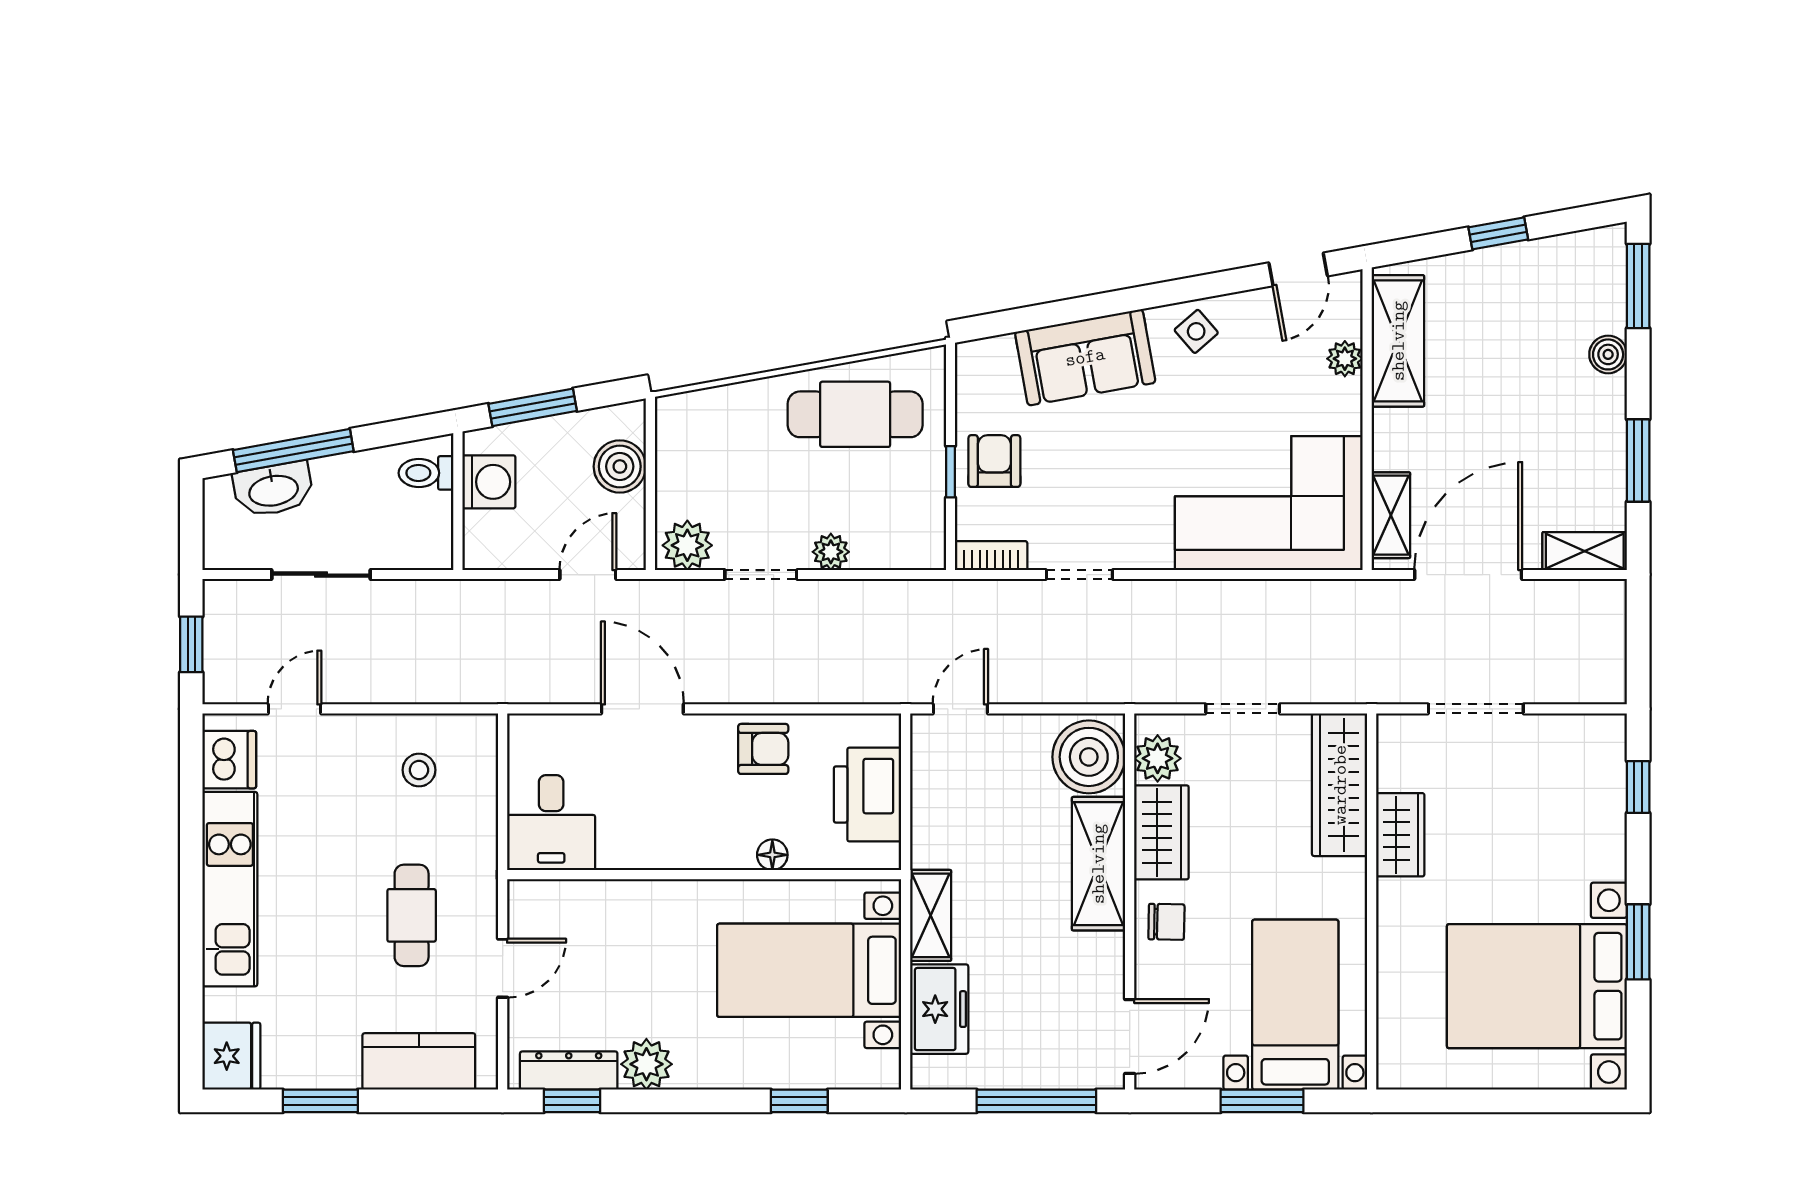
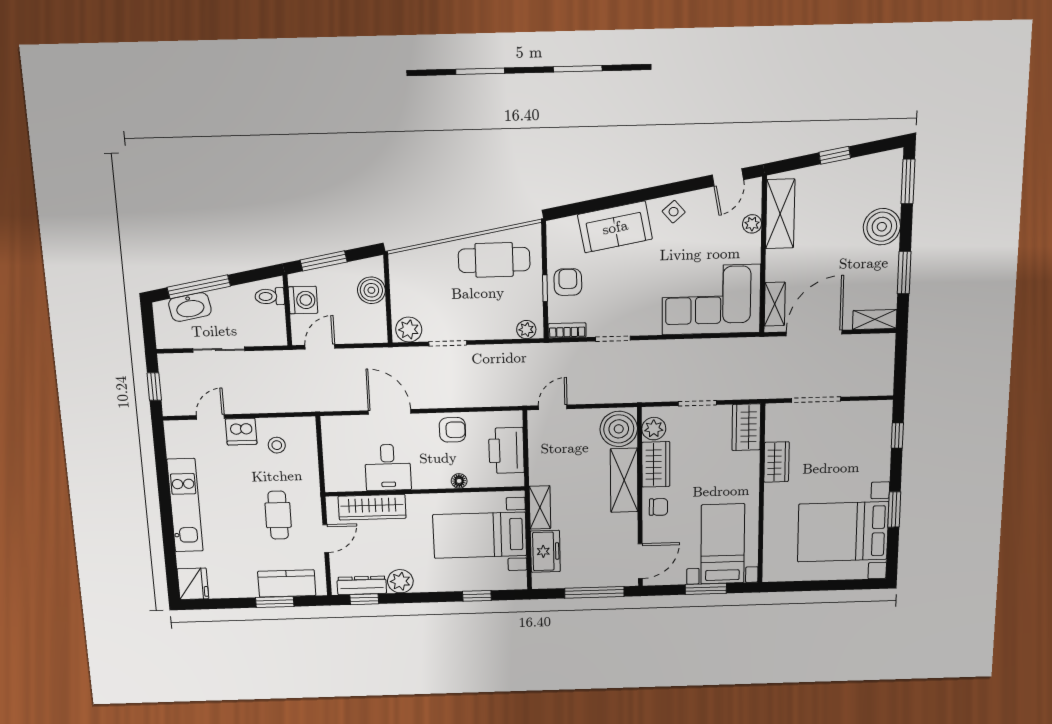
boiler: (1608, 354) -> (882, 227), width x1.86, depth x1.86
plant: (831, 552) -> (526, 330), moved
door: (588, 575) -> (320, 347), moved
dishwasher: (229, 760) -> (241, 432), moved, turned 90
wardrobe: (1340, 785) -> (746, 427), width x0.67
desk: (551, 823) -> (388, 467), moved
wardrobe: (598, 905) -> (372, 507), added
window: (320, 1101) -> (275, 602), moved

